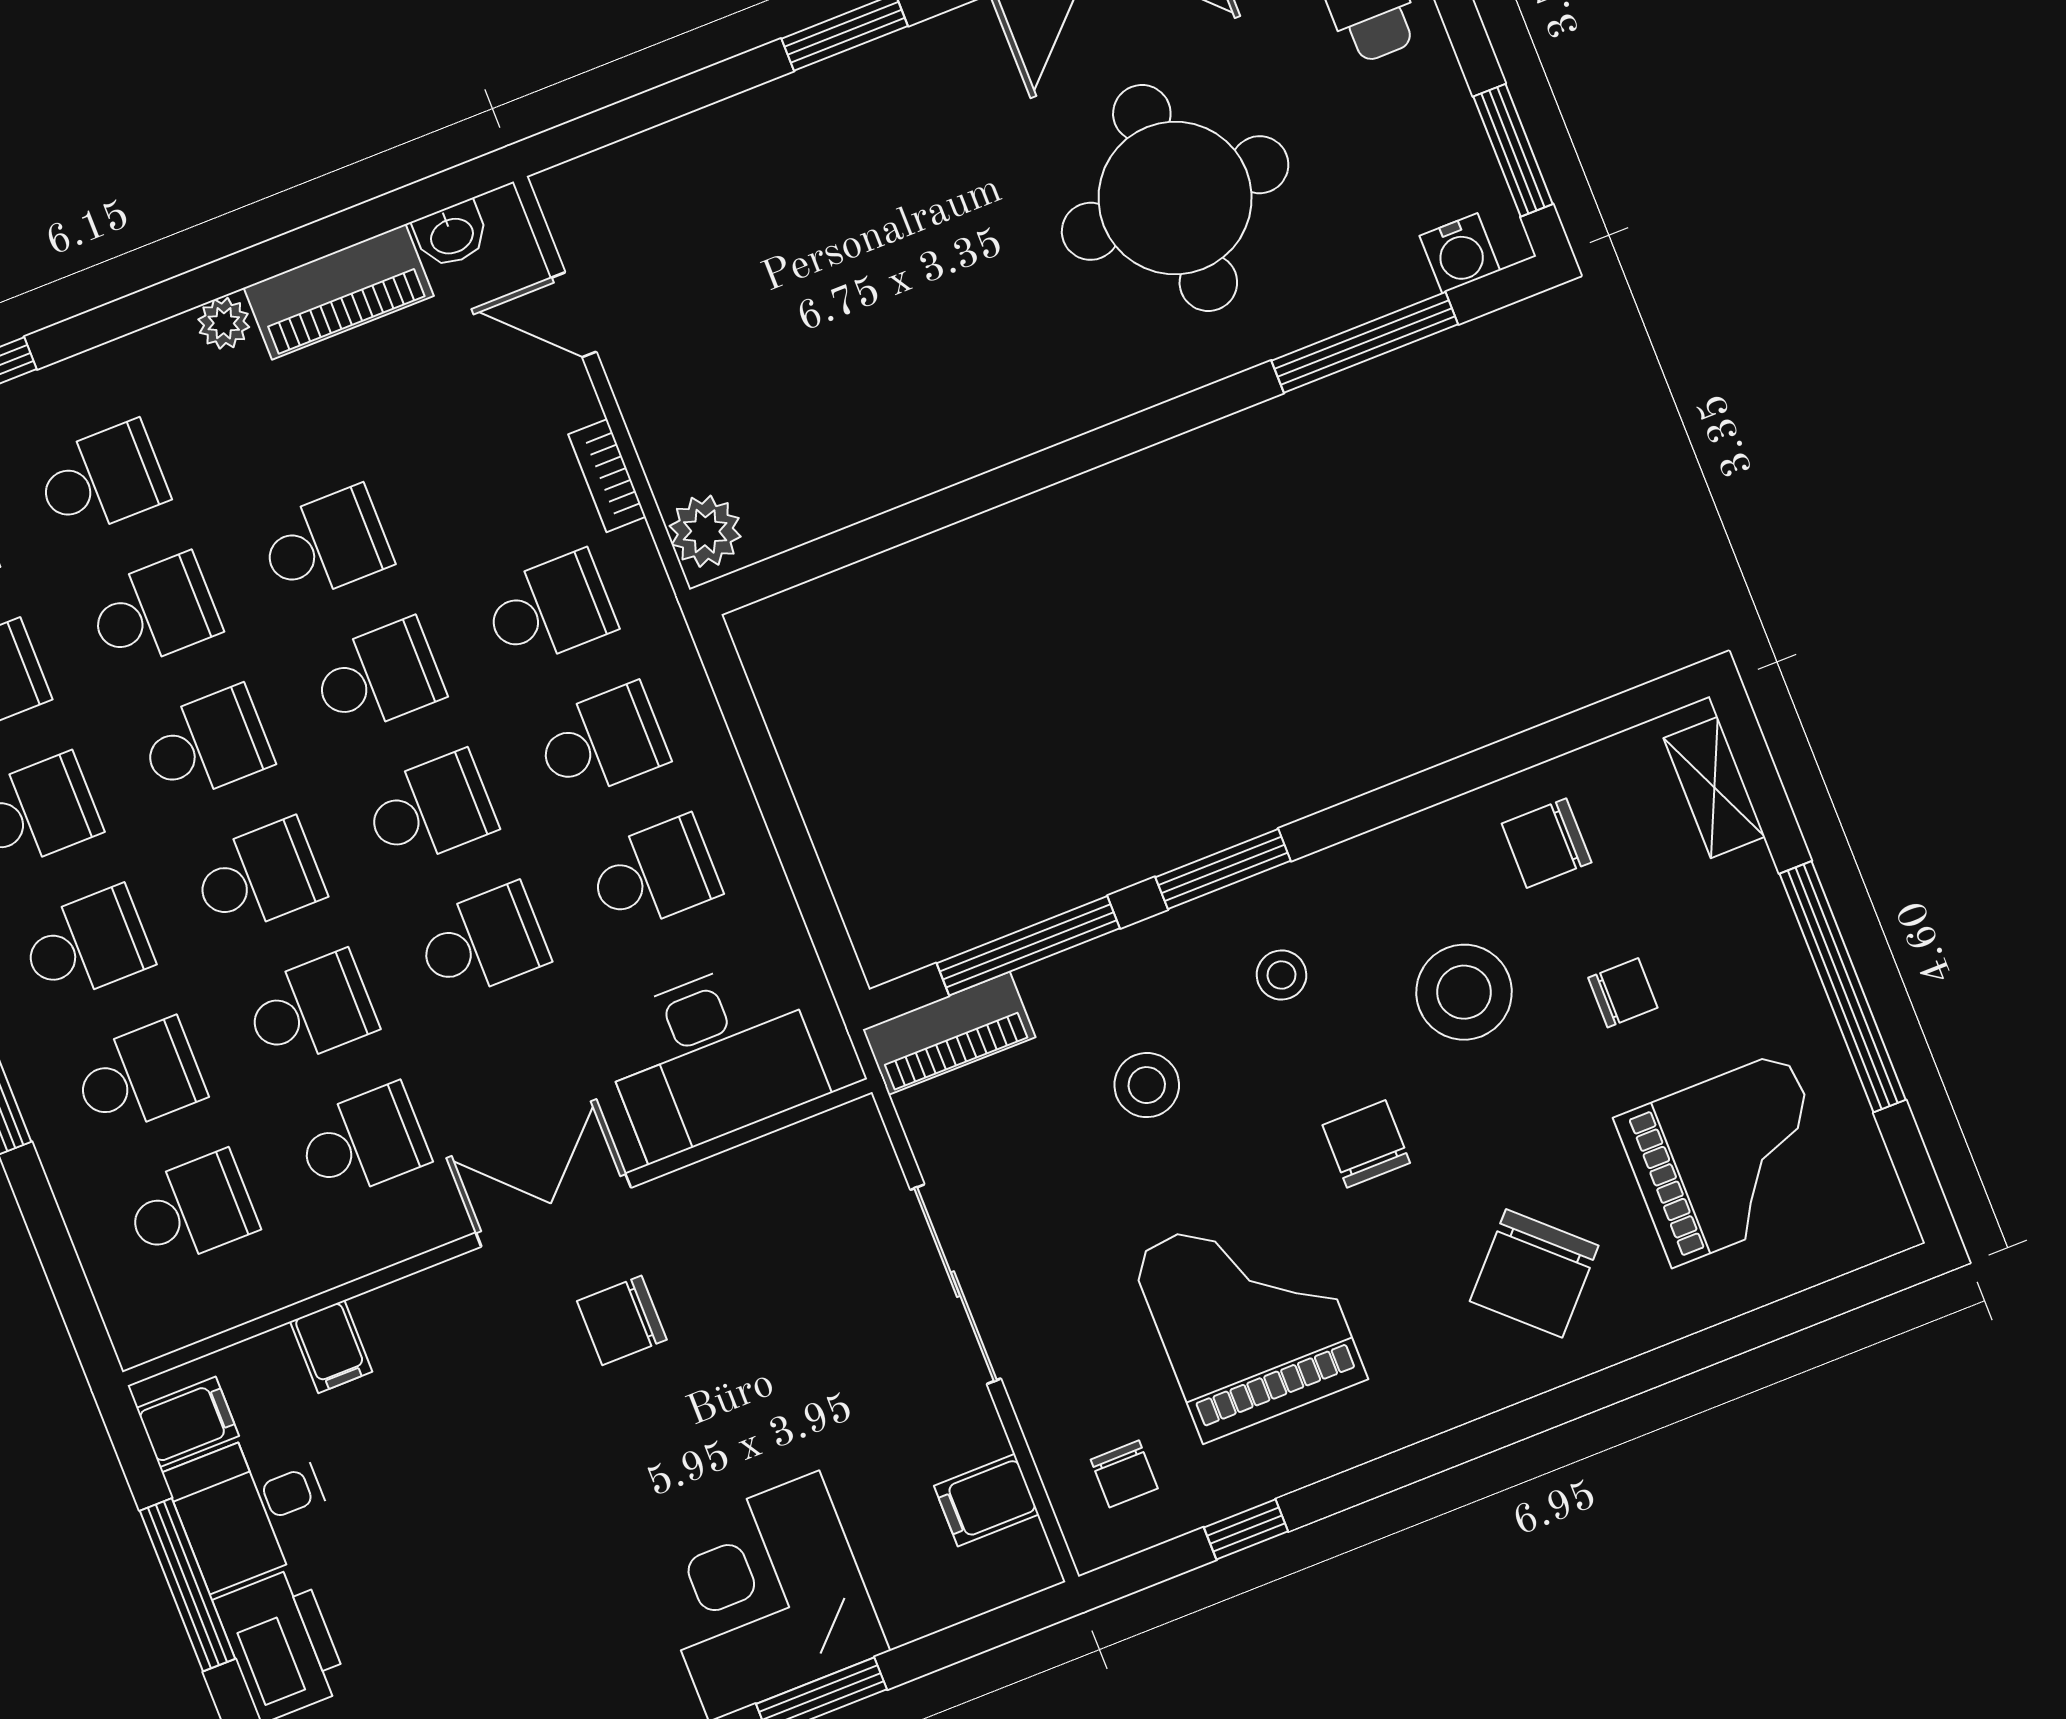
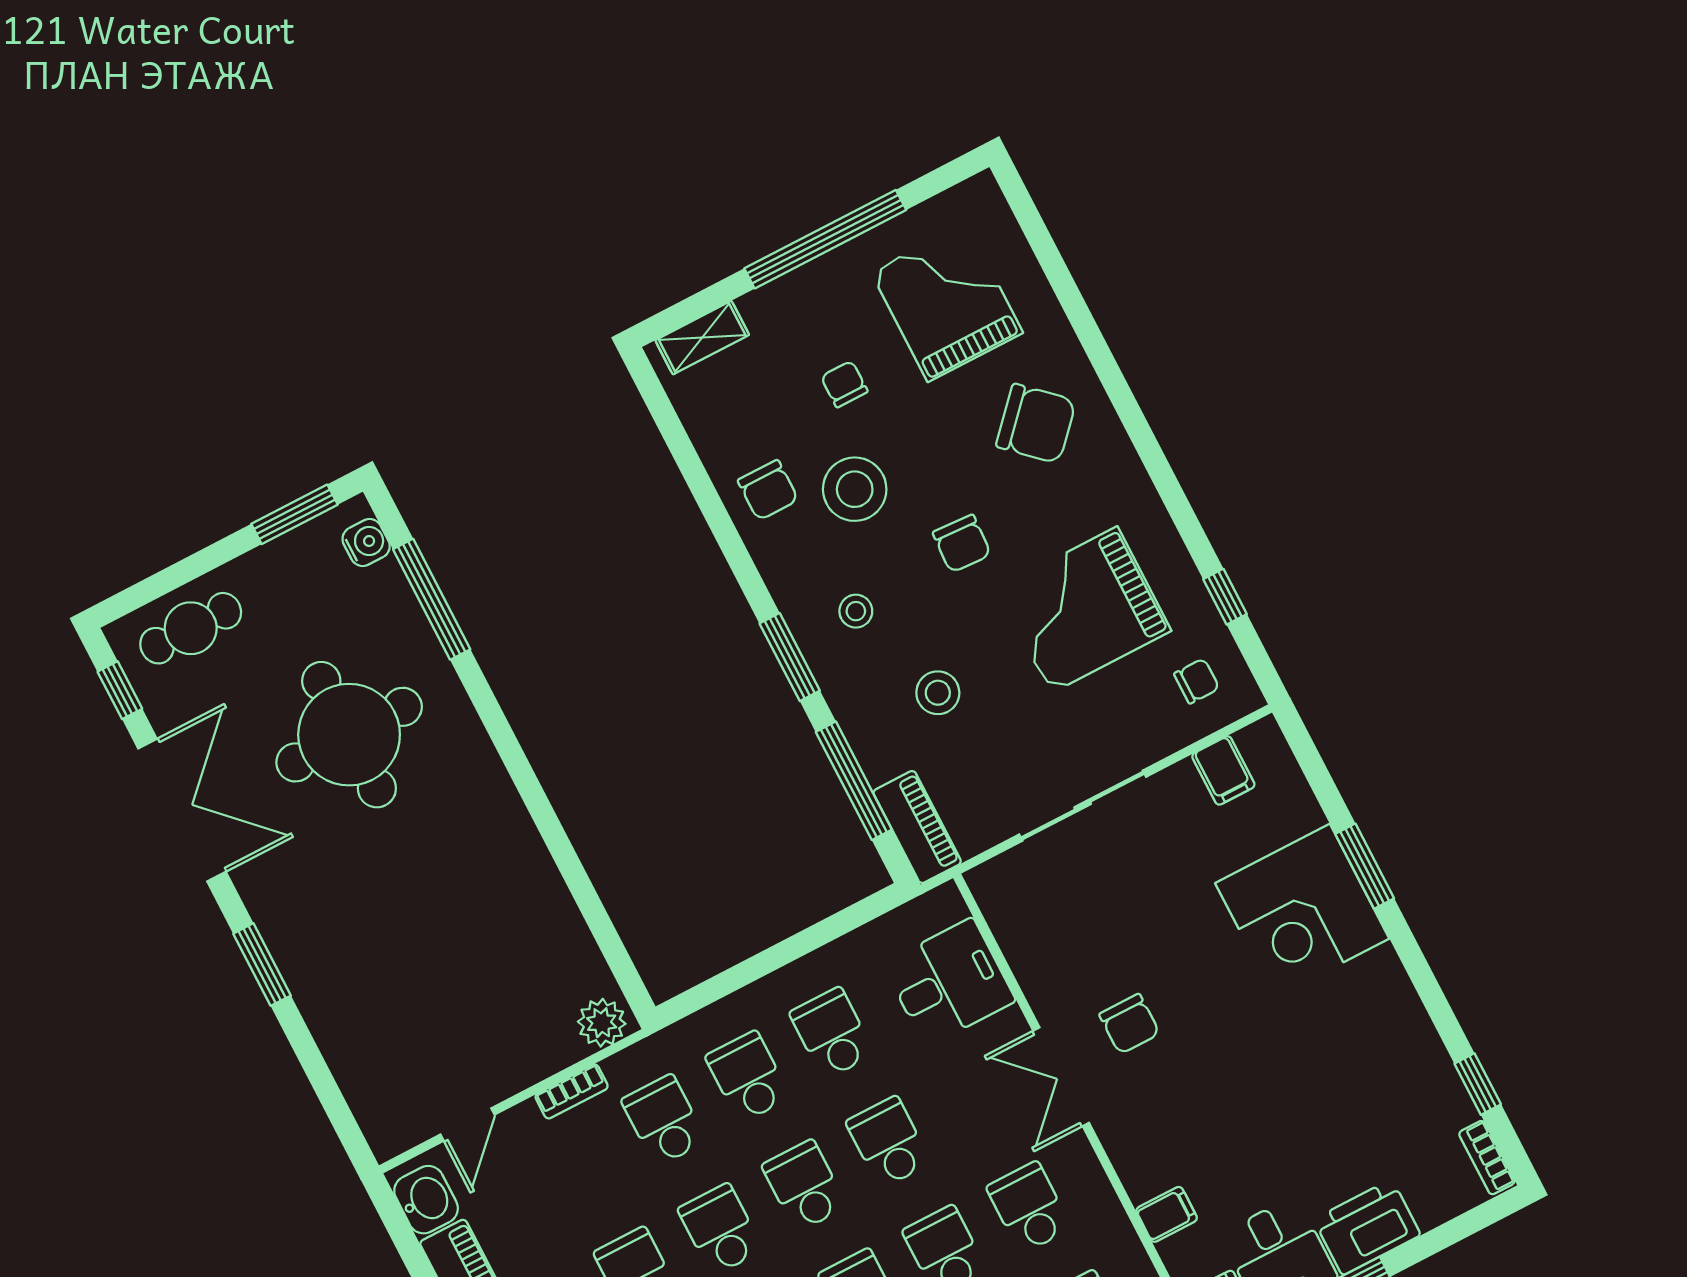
washbasin: (451, 235) -> (426, 1200), width x1.38, depth x1.45
chair: (1547, 843) -> (768, 490), moved
desk: (712, 1057) -> (949, 982), width x0.73
chair: (1366, 1144) -> (962, 543), turned -87

